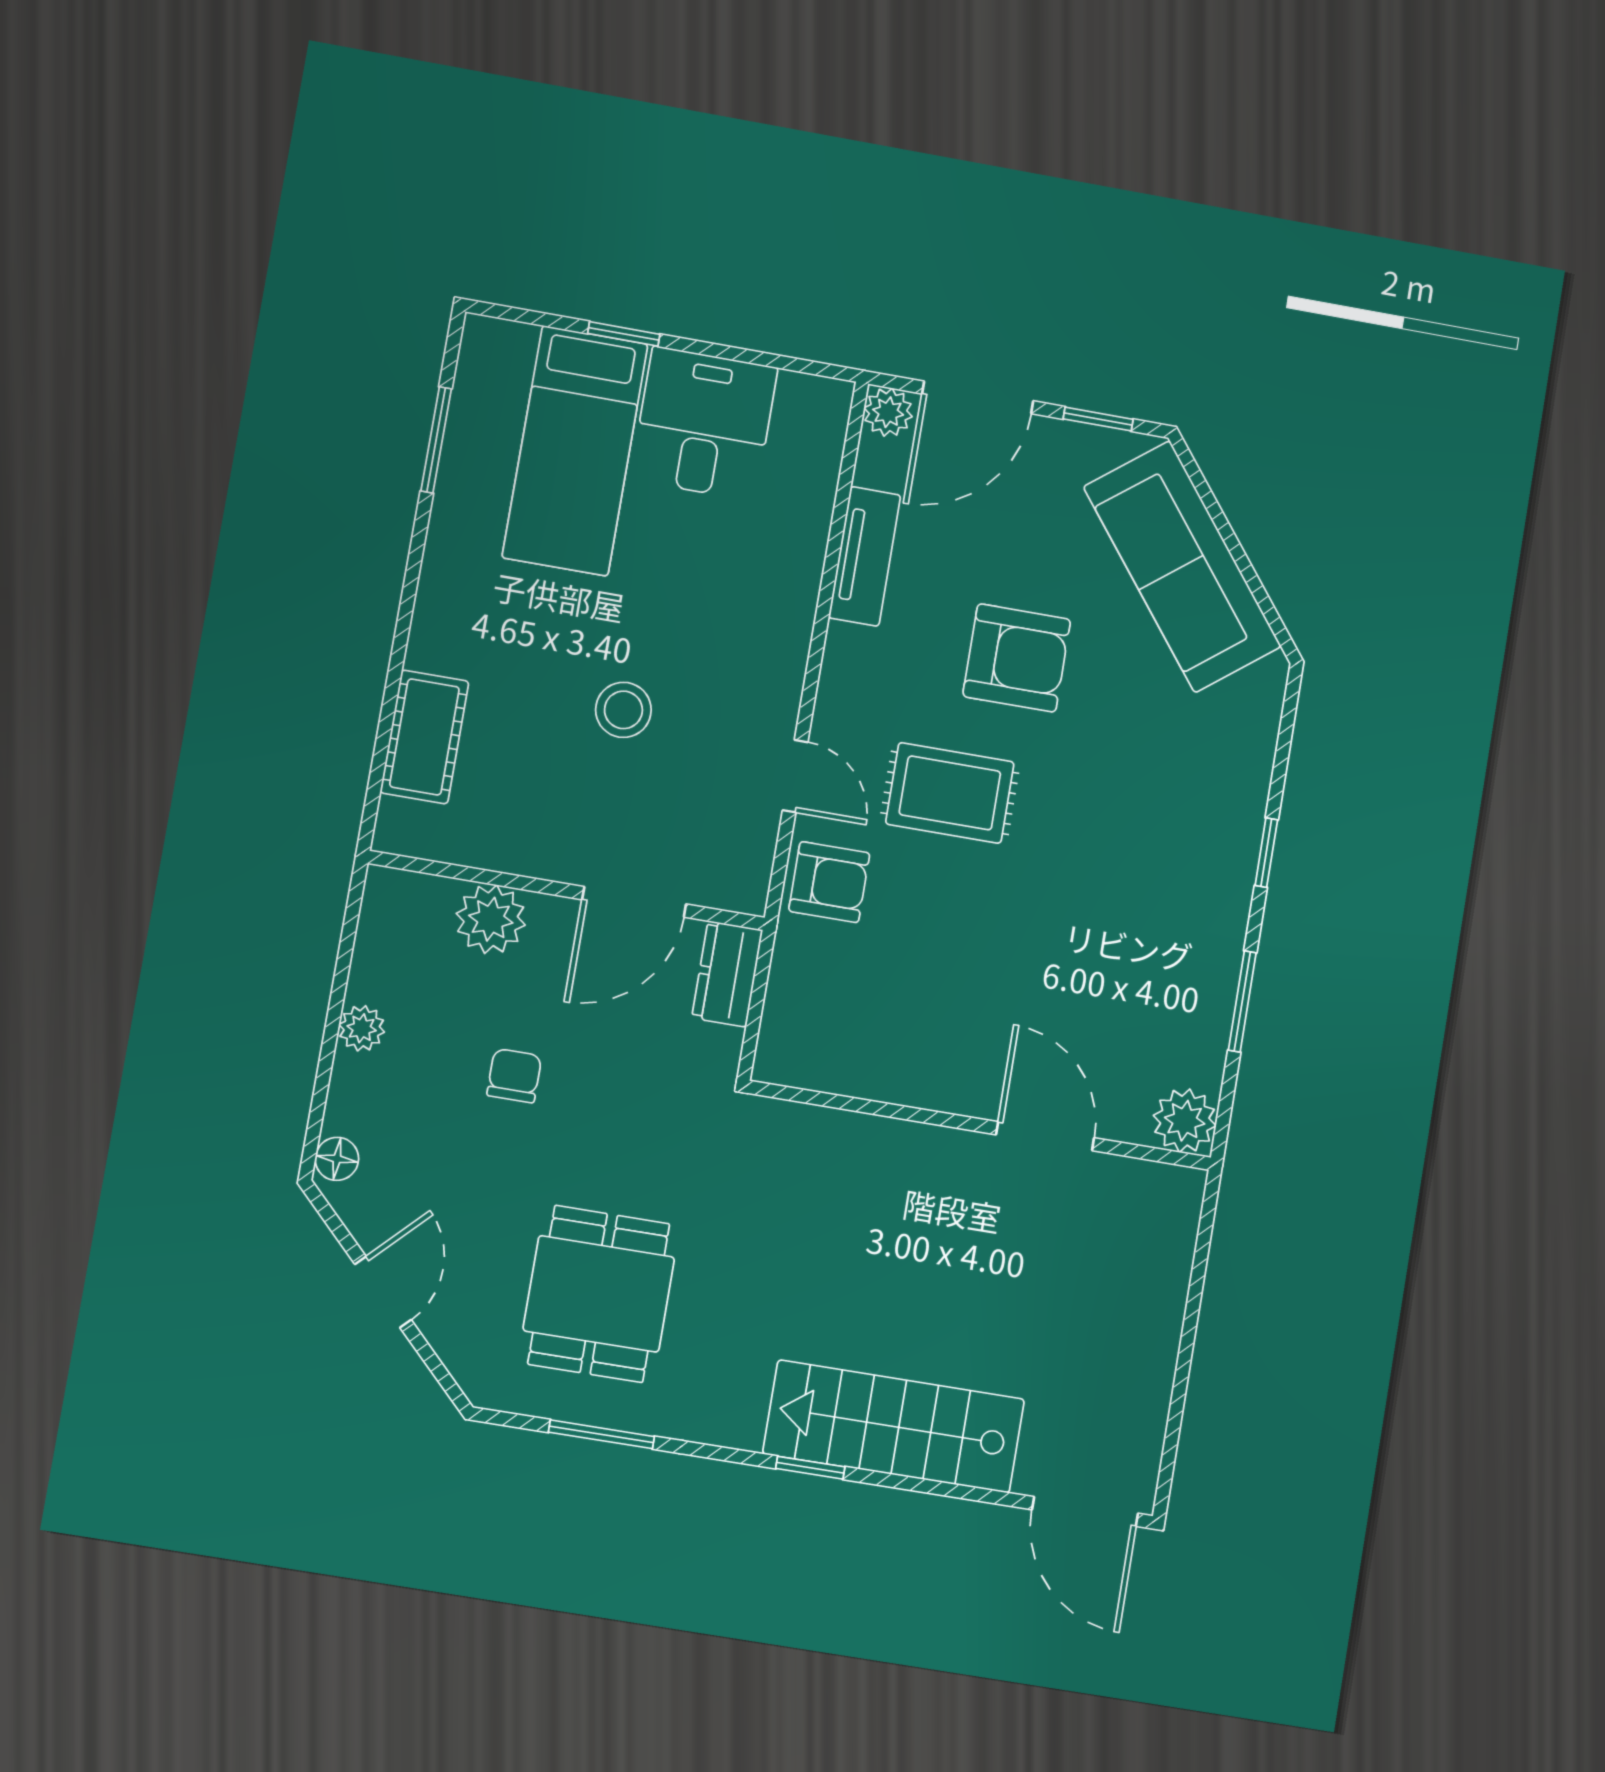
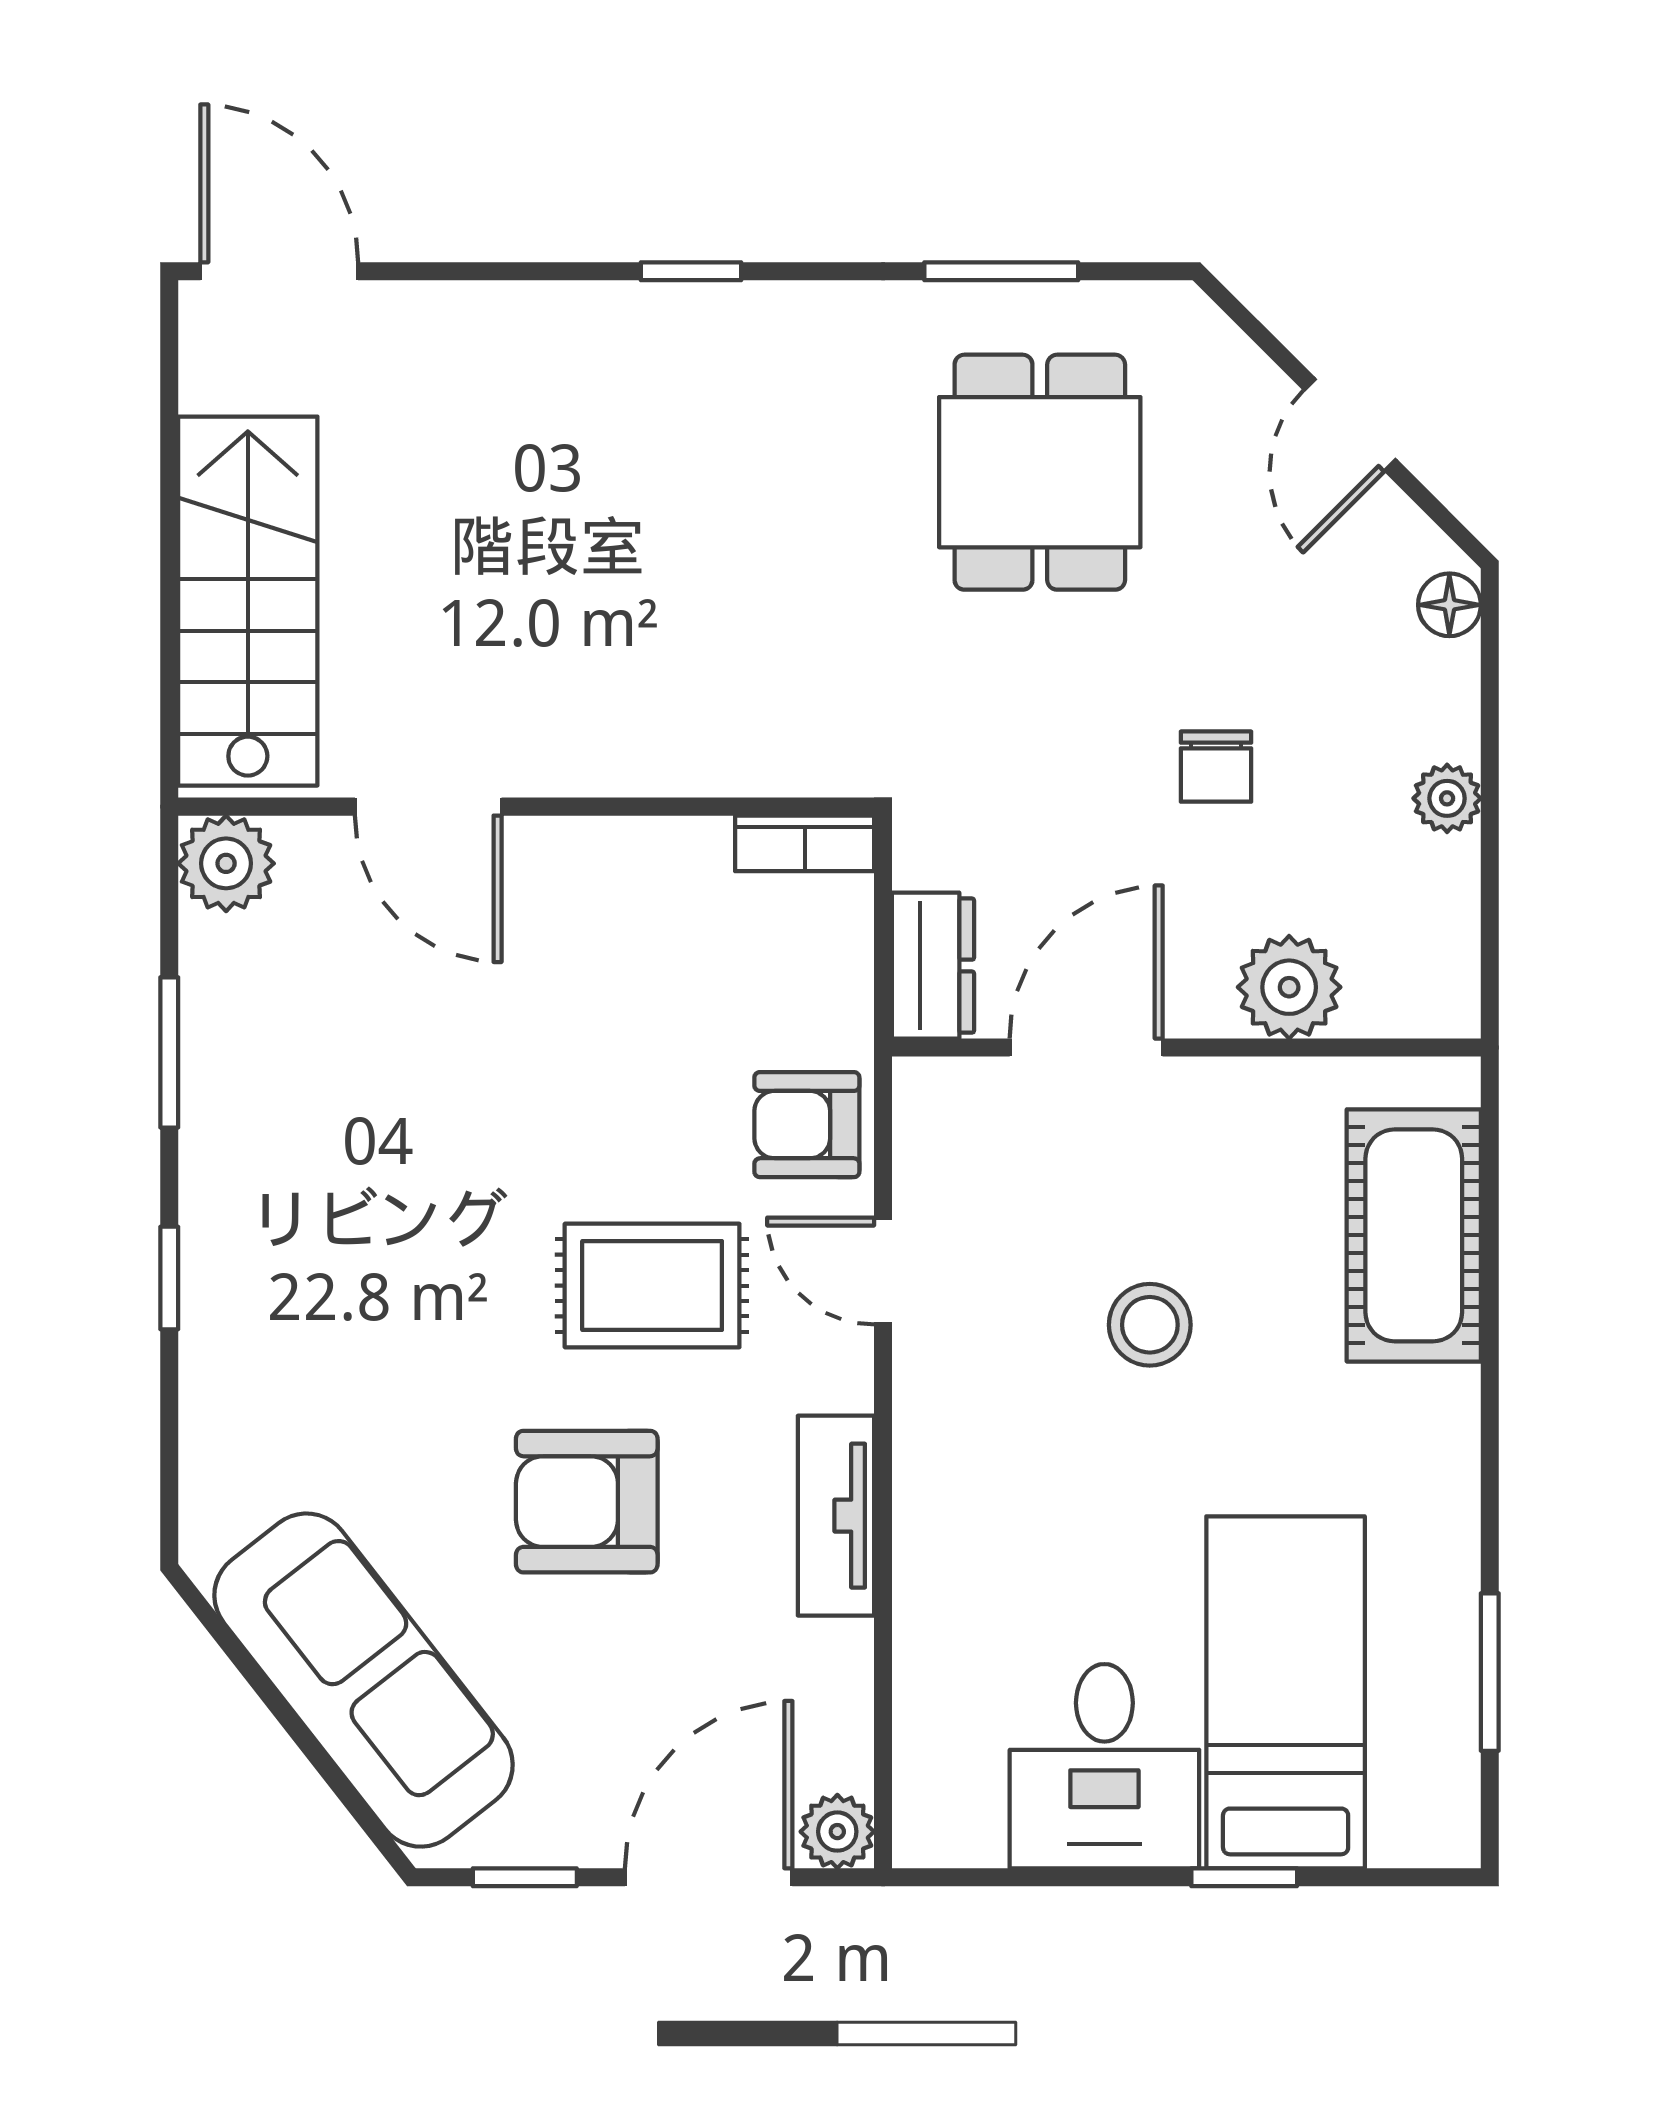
tv unit: (865, 556) -> (836, 1516), moved
cot: (424, 737) -> (1414, 1235), width x1.37, depth x1.34
bookcase: (799, 1070) -> (805, 843), added
stairs: (894, 1426) -> (248, 601), moved, turned -90

